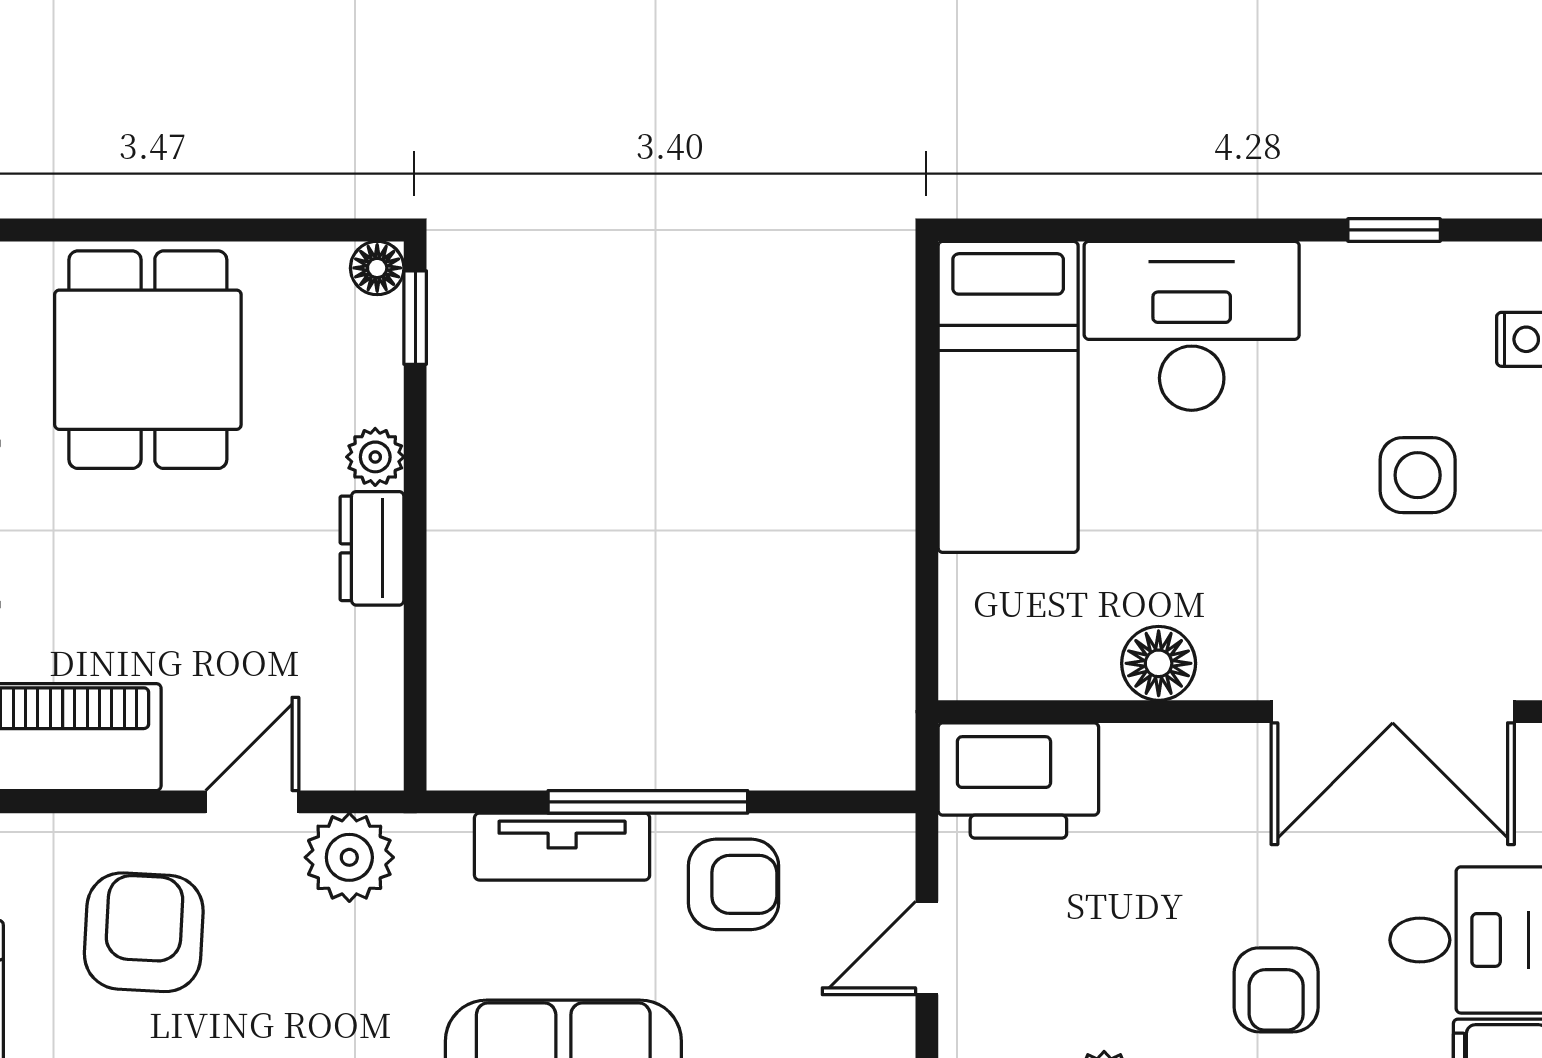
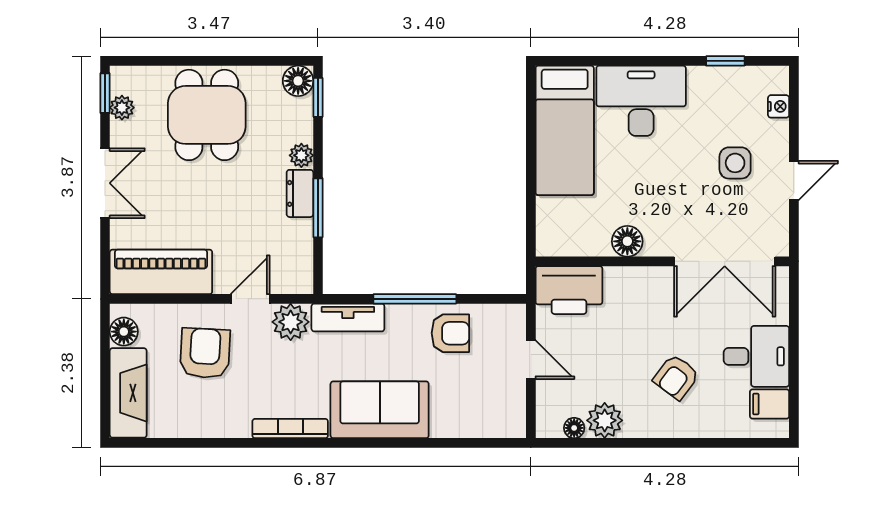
floor lamp: (377, 268) -> (298, 81), width x1.37, depth x1.37
window: (415, 583) -> (318, 208), added
tv unit: (562, 847) -> (348, 317), moved
door: (927, 948) -> (531, 360), swing flipped
armchair: (1276, 990) -> (676, 377), turned 37

